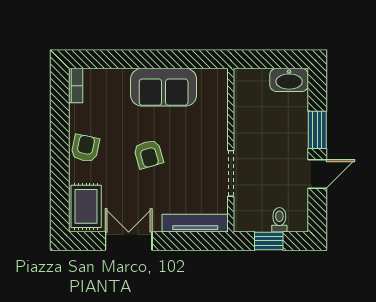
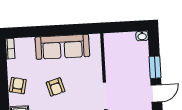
washbasin: (289, 80) -> (142, 36), width x0.52, depth x0.69
sofa: (164, 87) -> (62, 47), width x1.36

